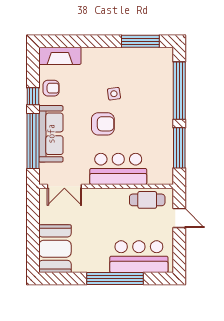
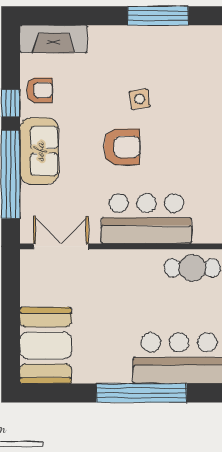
window: (140, 41) -> (158, 16), moved
sofa: (51, 134) -> (39, 151), width x0.73
double door: (64, 186) -> (61, 246), swing flipped

